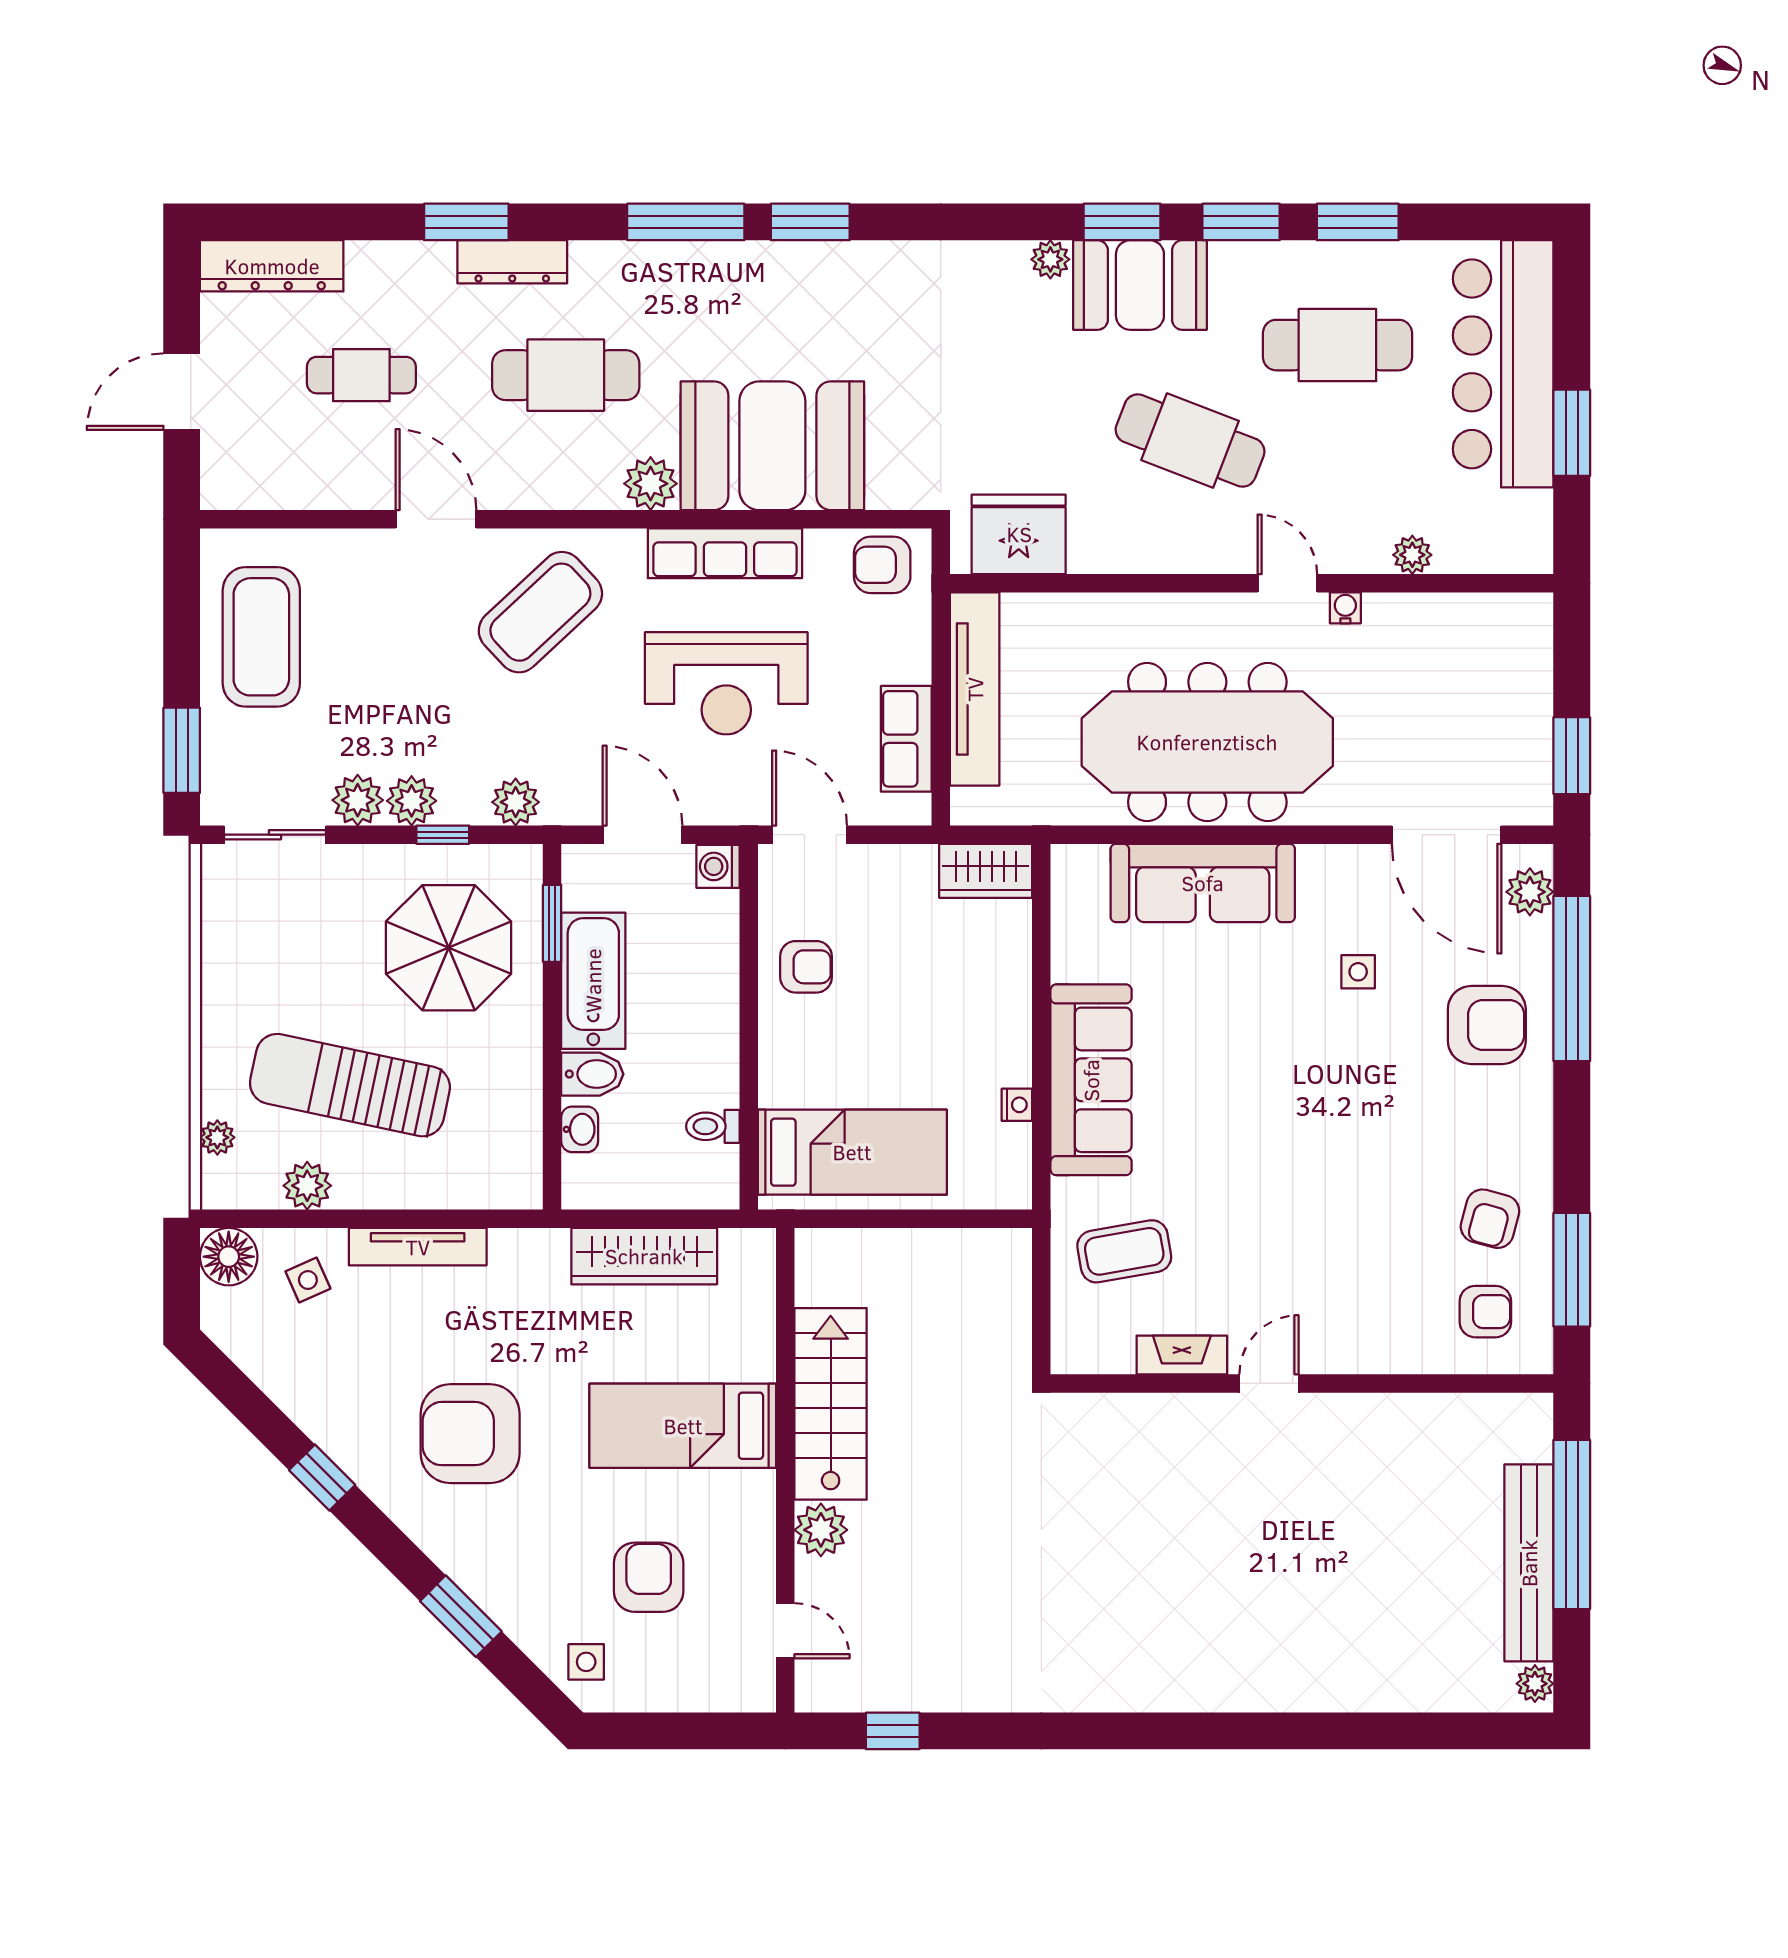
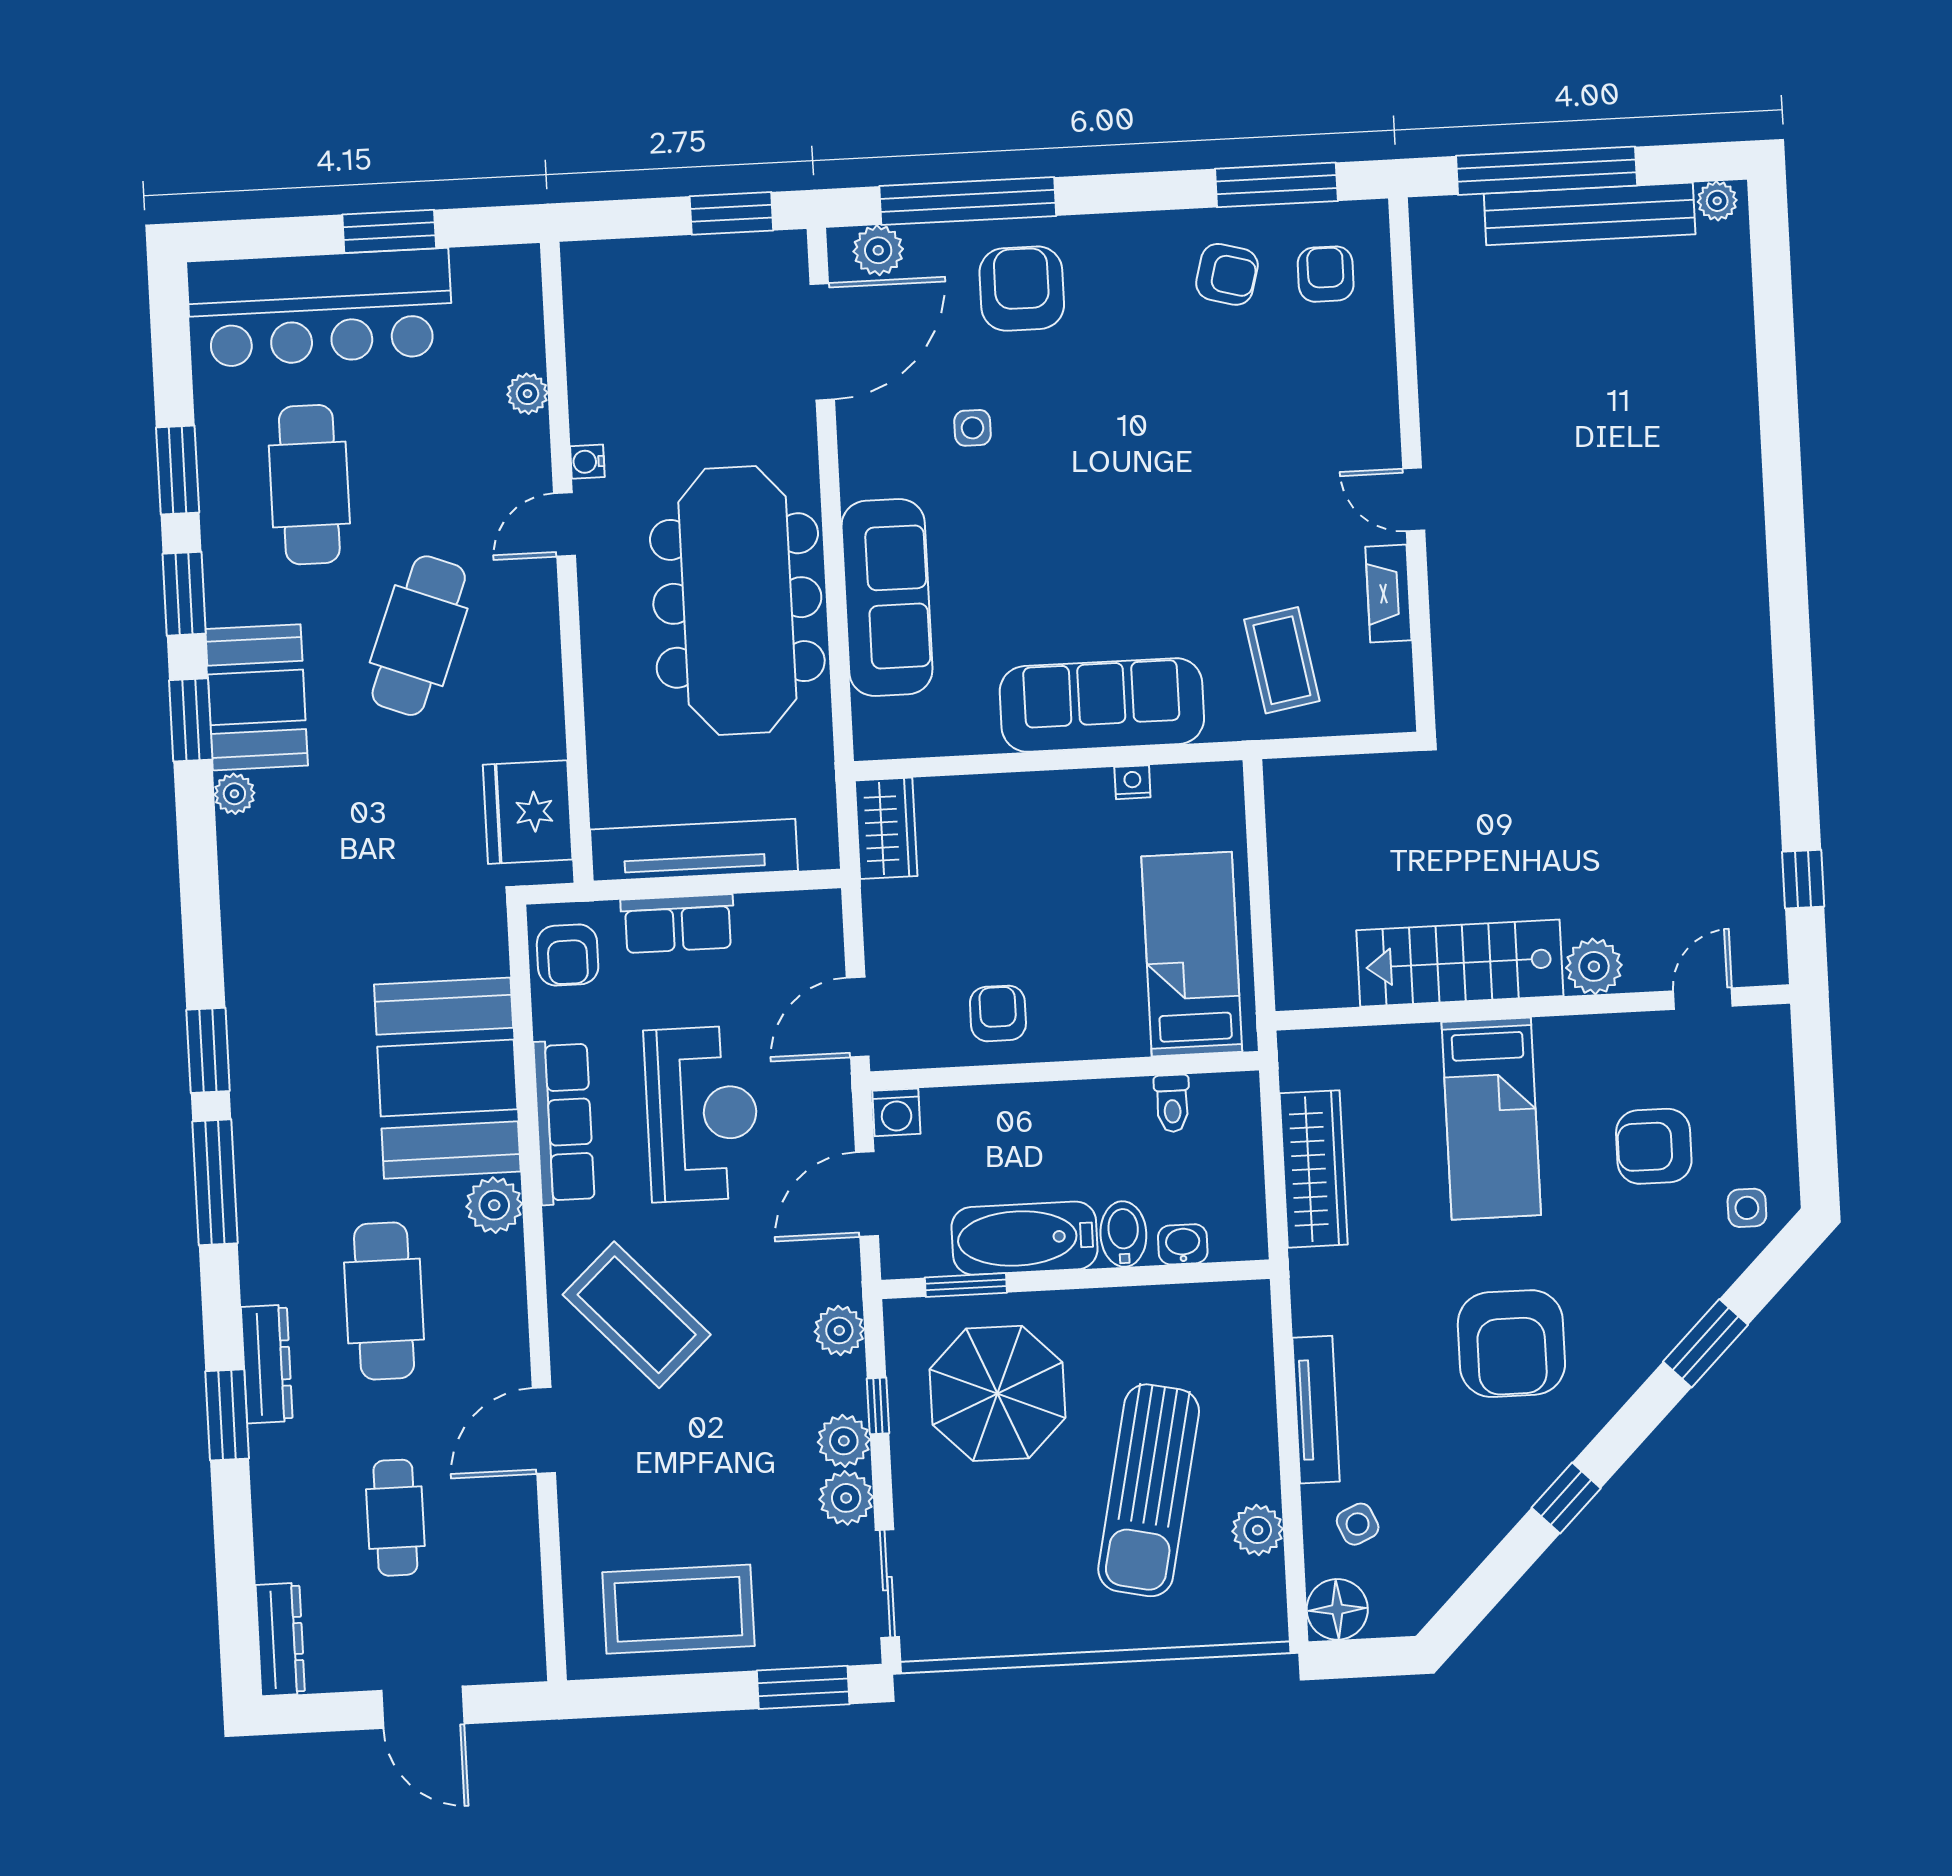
dresser: (272, 266) -> (280, 1639), width x0.73, depth x0.80
row of seats: (906, 739) -> (678, 924), moved
plant: (217, 1137) -> (1212, 1628), removed

